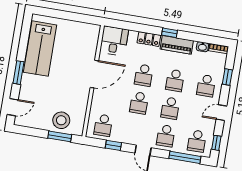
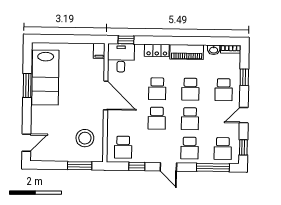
filing cabinet: (94, 31) -> (99, 51), added
window: (169, 33) -> (126, 40), moved
window: (18, 73) -> (27, 86), moved
door: (94, 74) -> (106, 95), hinge flipped
stool: (61, 120) -> (85, 138), moved

